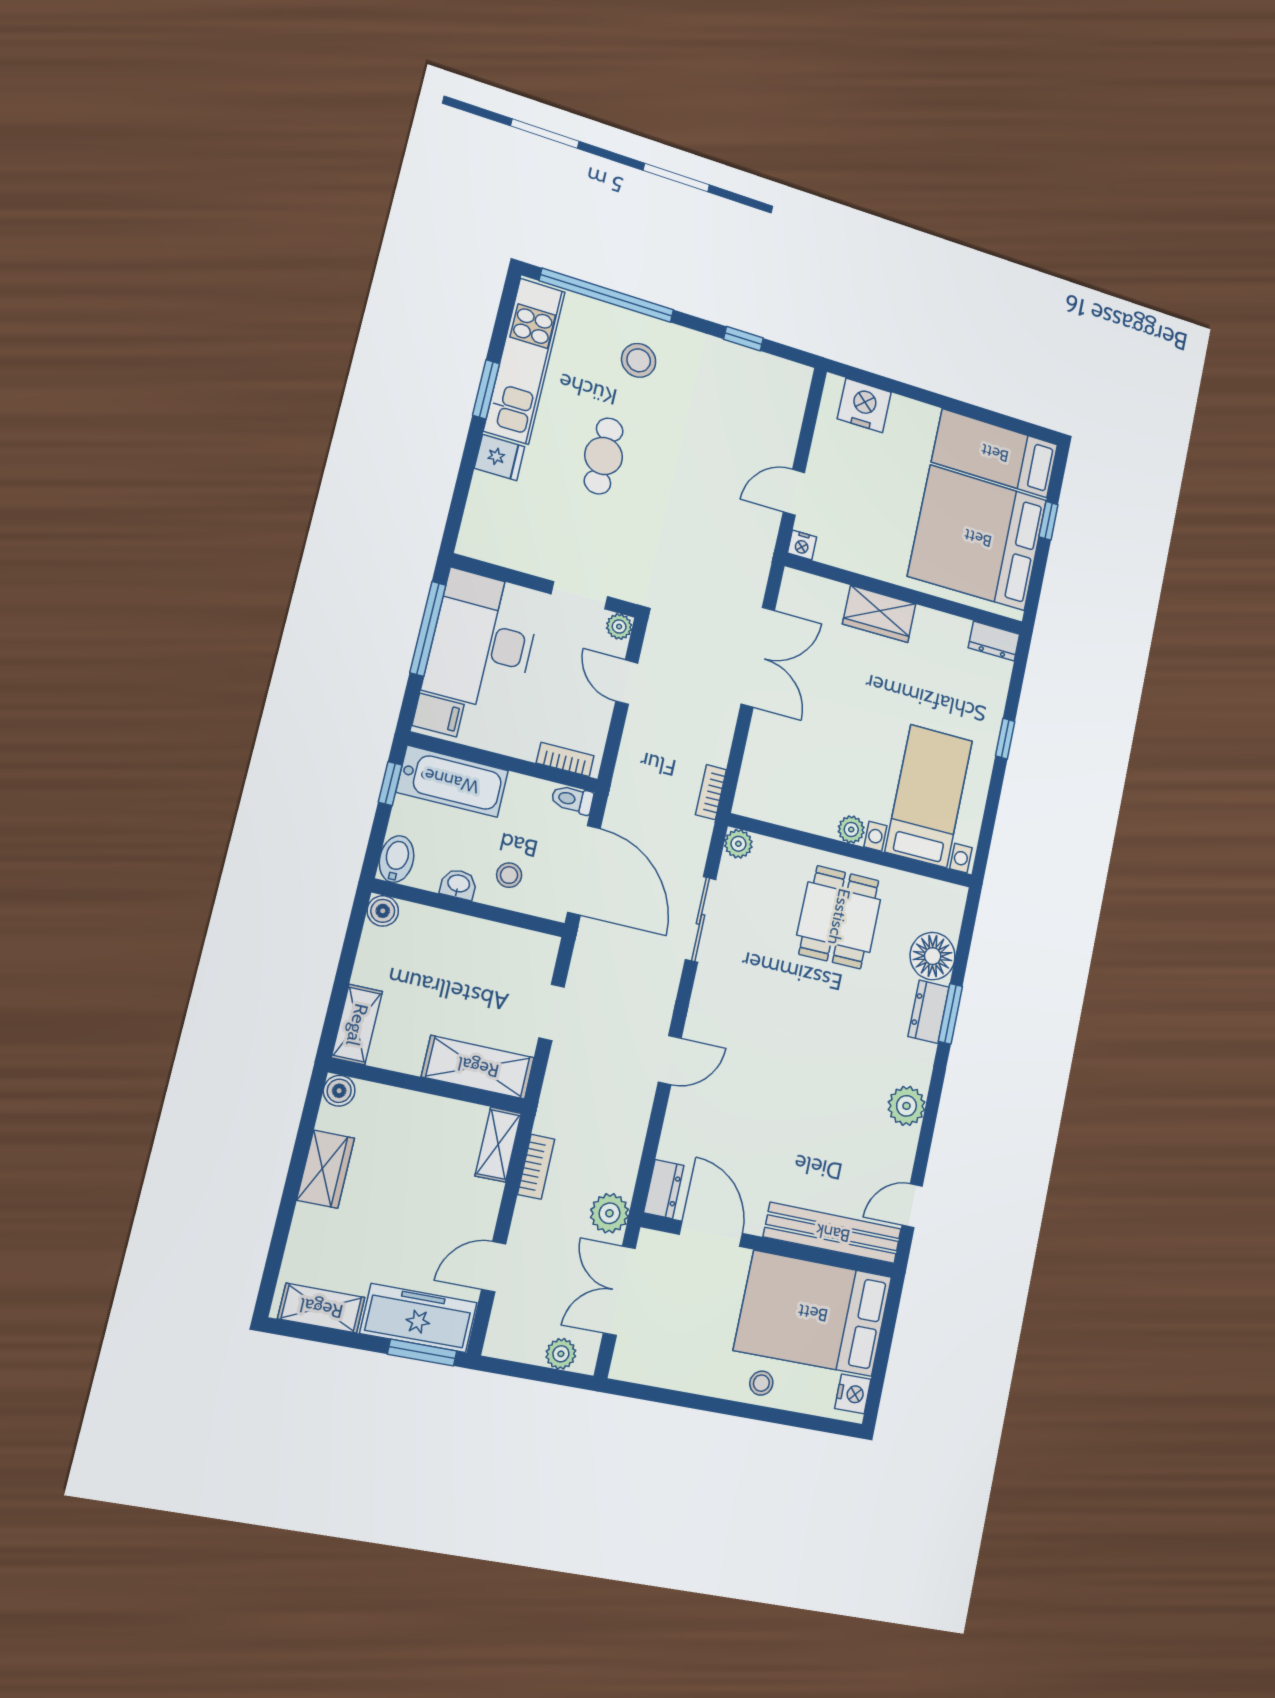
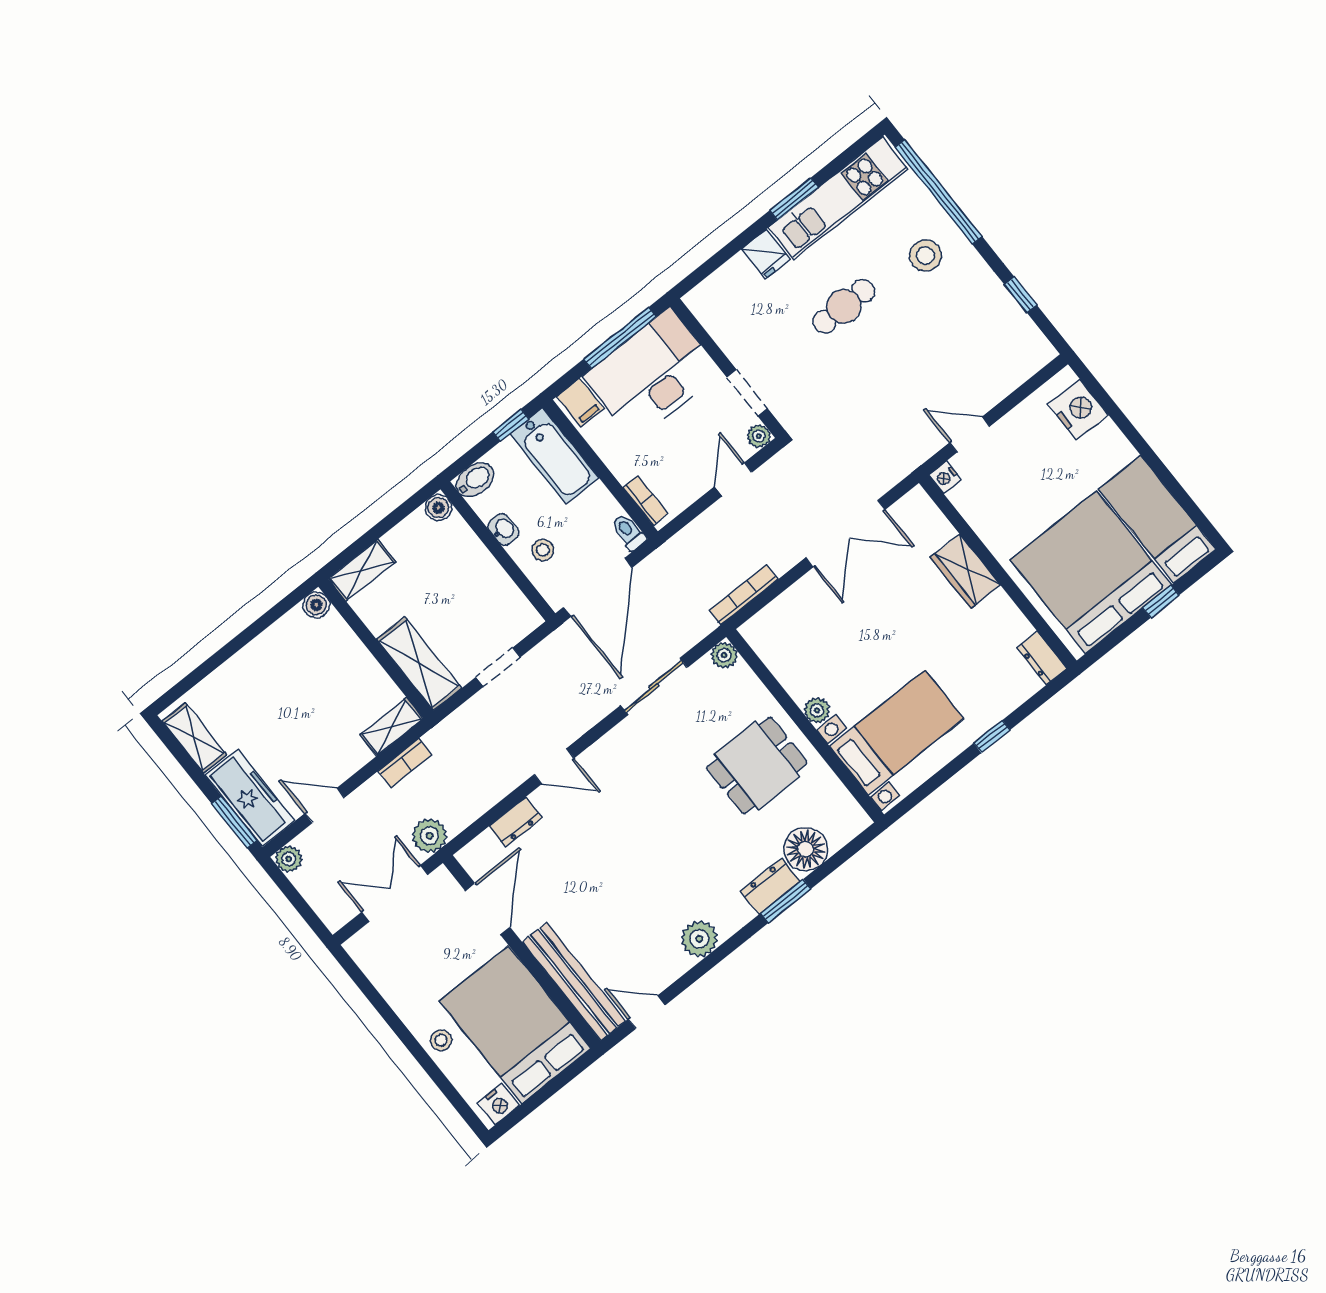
bookcase: (711, 792) -> (743, 595), width x1.56
wardrobe: (326, 1169) -> (267, 649), removed
dresser: (664, 1189) -> (516, 822), moved
plant: (561, 1354) -> (289, 859), moved

